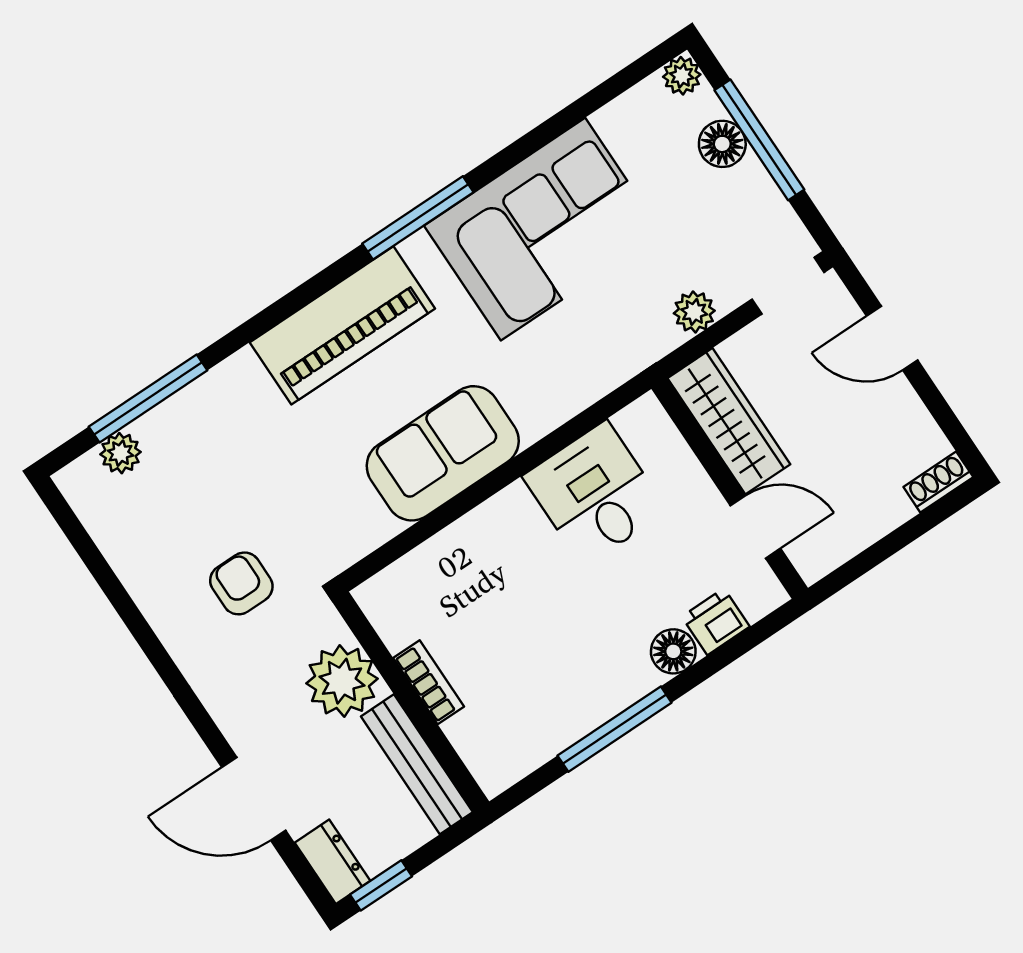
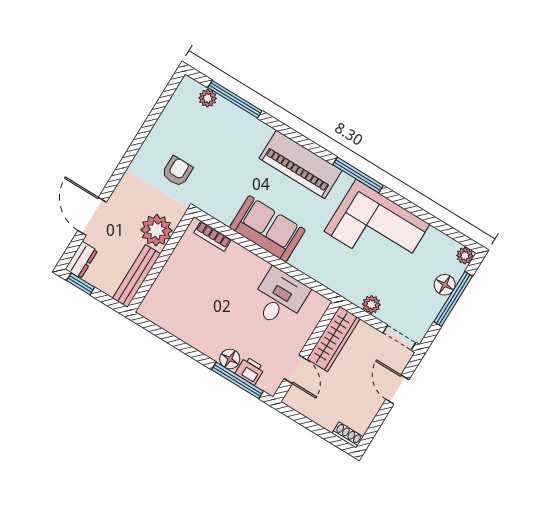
bookcase: (429, 682) -> (213, 236), moved, turned 90
window: (615, 729) -> (238, 380), moved

